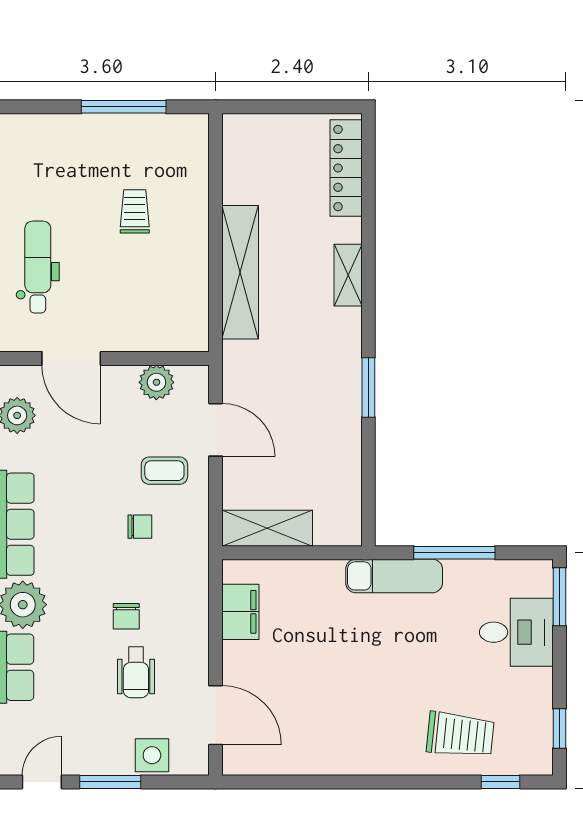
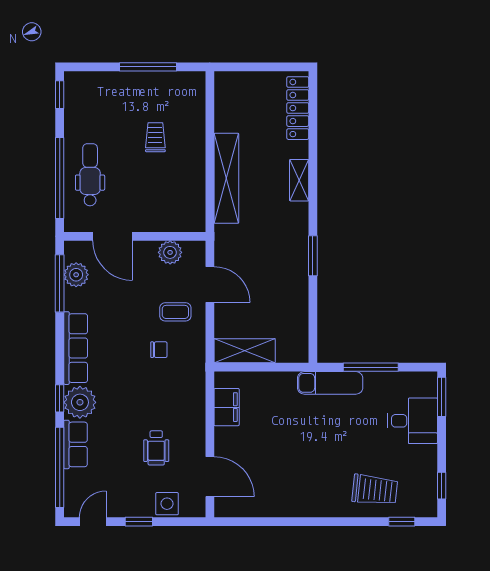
chair: (126, 616) -> (150, 410), removed
window: (110, 782) -> (139, 522), width x0.67

